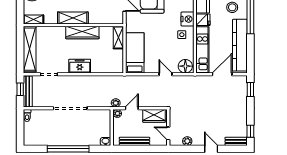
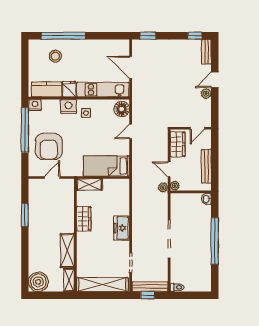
shelving: (73, 18) -> (67, 251), moved
wardrobe: (82, 33) -> (84, 219), width x0.67
kitchen counter: (240, 45) -> (98, 48), removed
plant: (187, 141) -> (206, 94), moved

